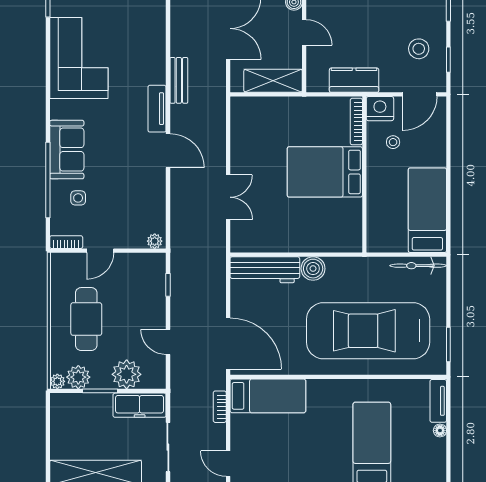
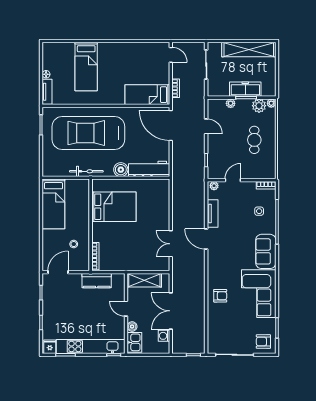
stool: (419, 49) -> (59, 299), removed
armchair: (144, 54) -> (220, 296), added
bench: (179, 80) -> (200, 280), removed
tv unit: (157, 109) -> (213, 213), moved
nightstand: (380, 109) -> (81, 264), removed
sofa: (67, 150) -> (266, 251), moved
bed: (325, 172) -> (114, 207), moved
double door: (228, 197) -> (171, 244), moved
door: (100, 251) -> (233, 180), moved
bicycle: (418, 266) -> (86, 171), moved
cafe table: (86, 319) -> (254, 140), width x0.73, depth x0.74
car: (368, 331) -> (88, 133), turned 180
plant: (127, 374) -> (231, 103), width x0.53, depth x0.53
freezer: (140, 405) -> (245, 89), moved

